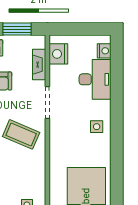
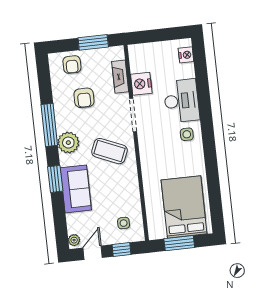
nightstand: (58, 54) -> (141, 84), moved
desk: (95, 79) -> (181, 101), moved

